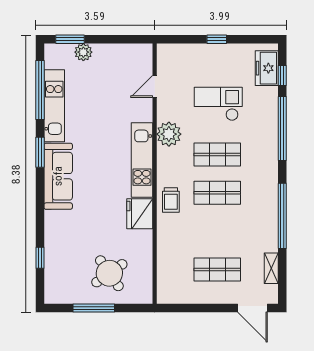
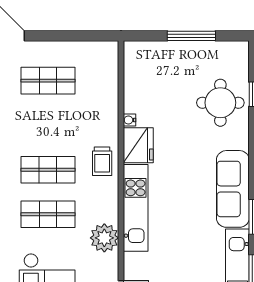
trolley: (171, 200) -> (102, 161), turned 180
water cooler: (147, 236) -> (129, 120), added
round table: (109, 273) -> (220, 103), moved, turned 35

